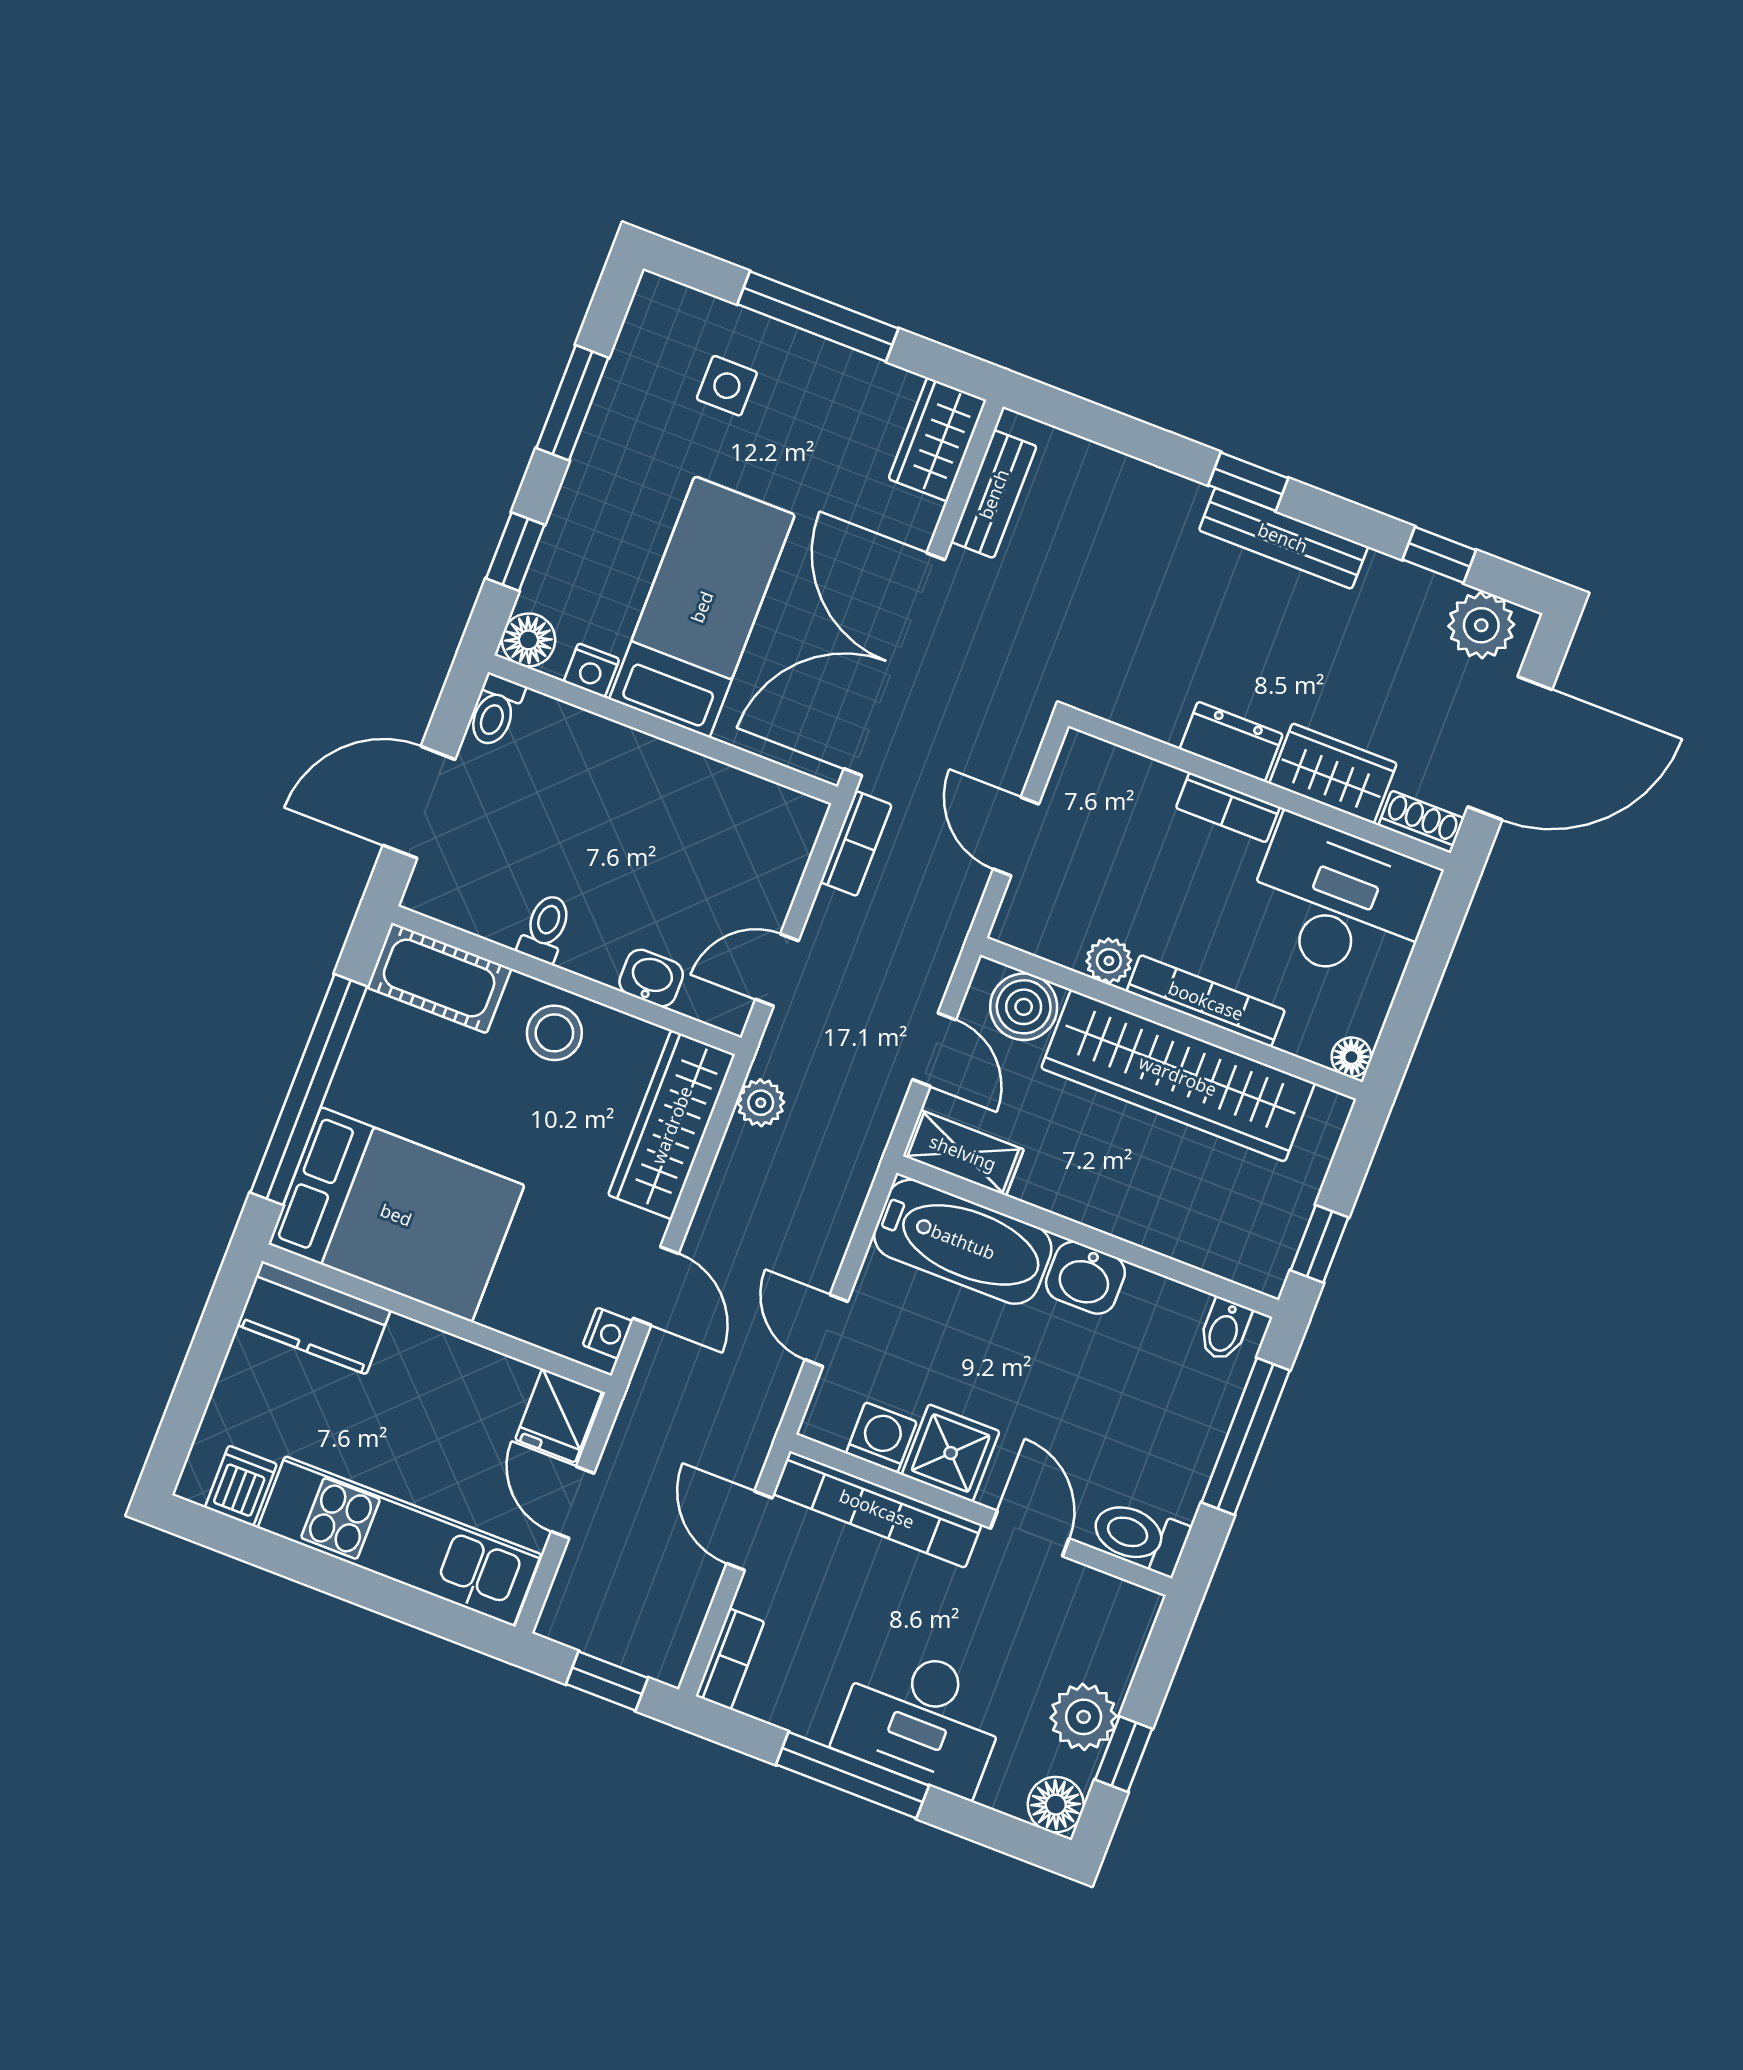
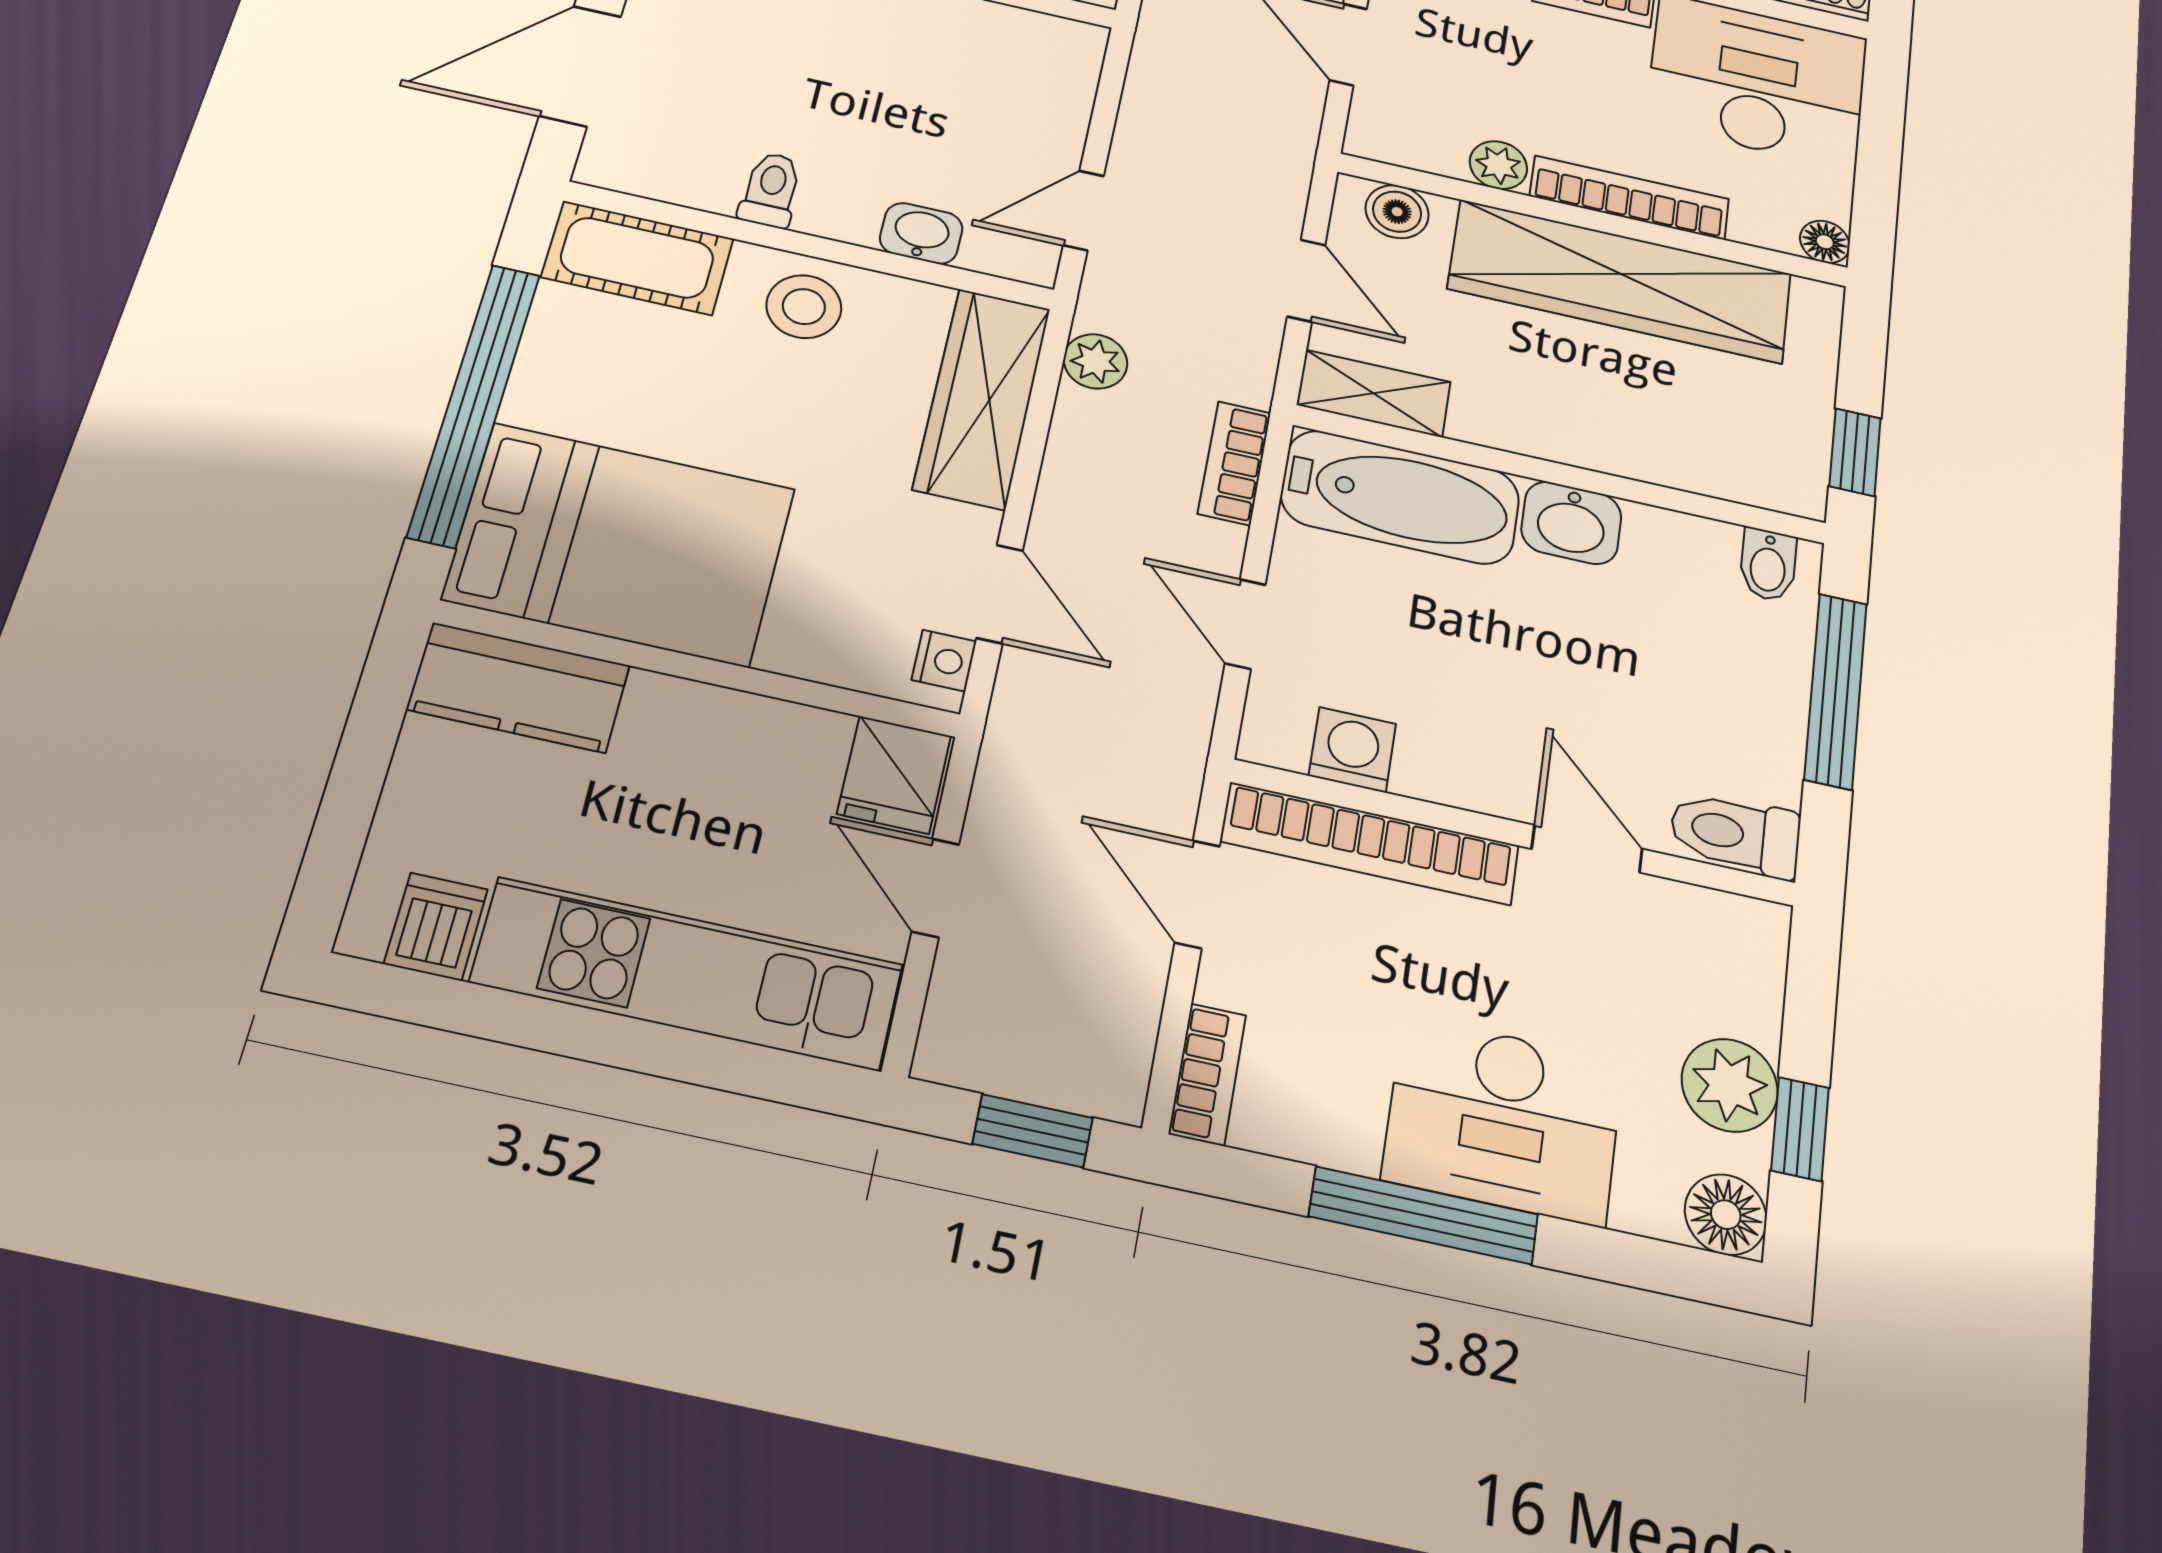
bookcase: (856, 843) -> (1234, 463), moved, turned 180
boiler: (1024, 1007) -> (1397, 212), width x0.73, depth x0.73
shower: (951, 1453) -> (1452, 758), removed

